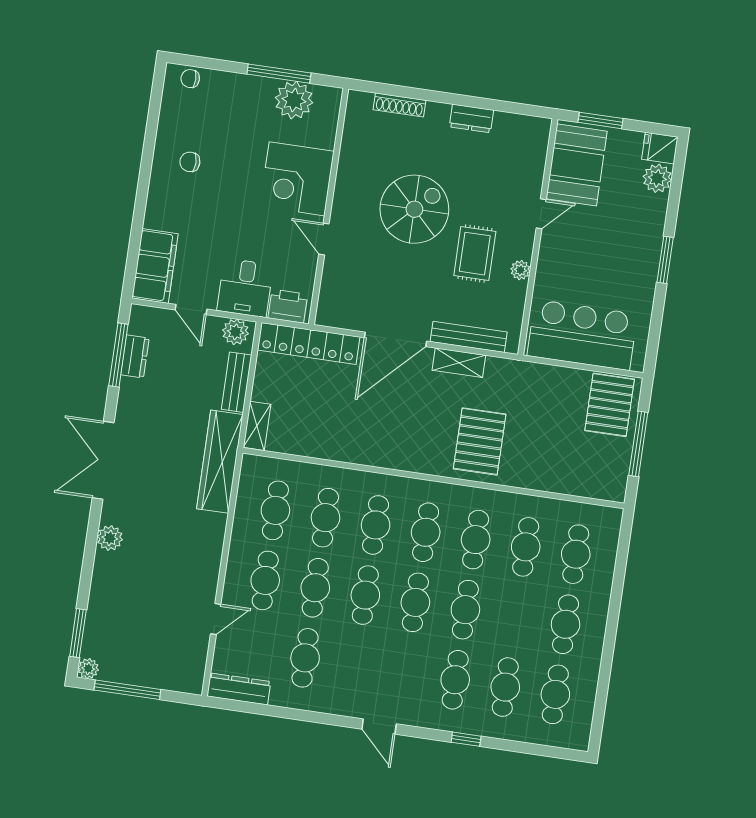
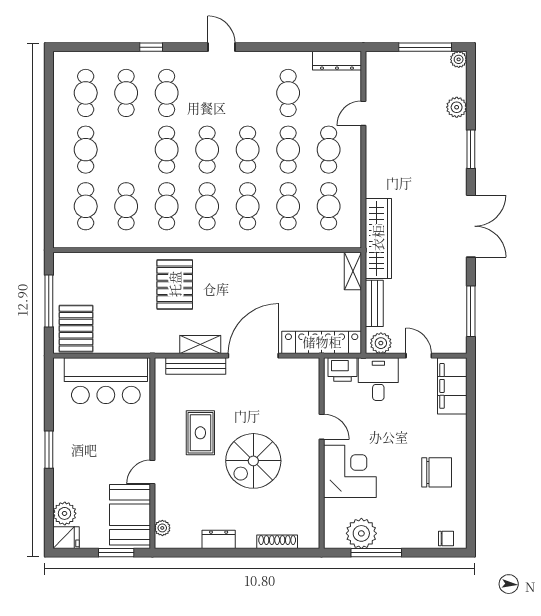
chair: (190, 162) -> (437, 472), width x1.87, depth x1.87
plant: (520, 270) -> (162, 528), moved
dresser: (135, 356) -> (458, 312), removed
plant: (110, 538) -> (457, 107), moved
window: (78, 633) -> (471, 149), moved

